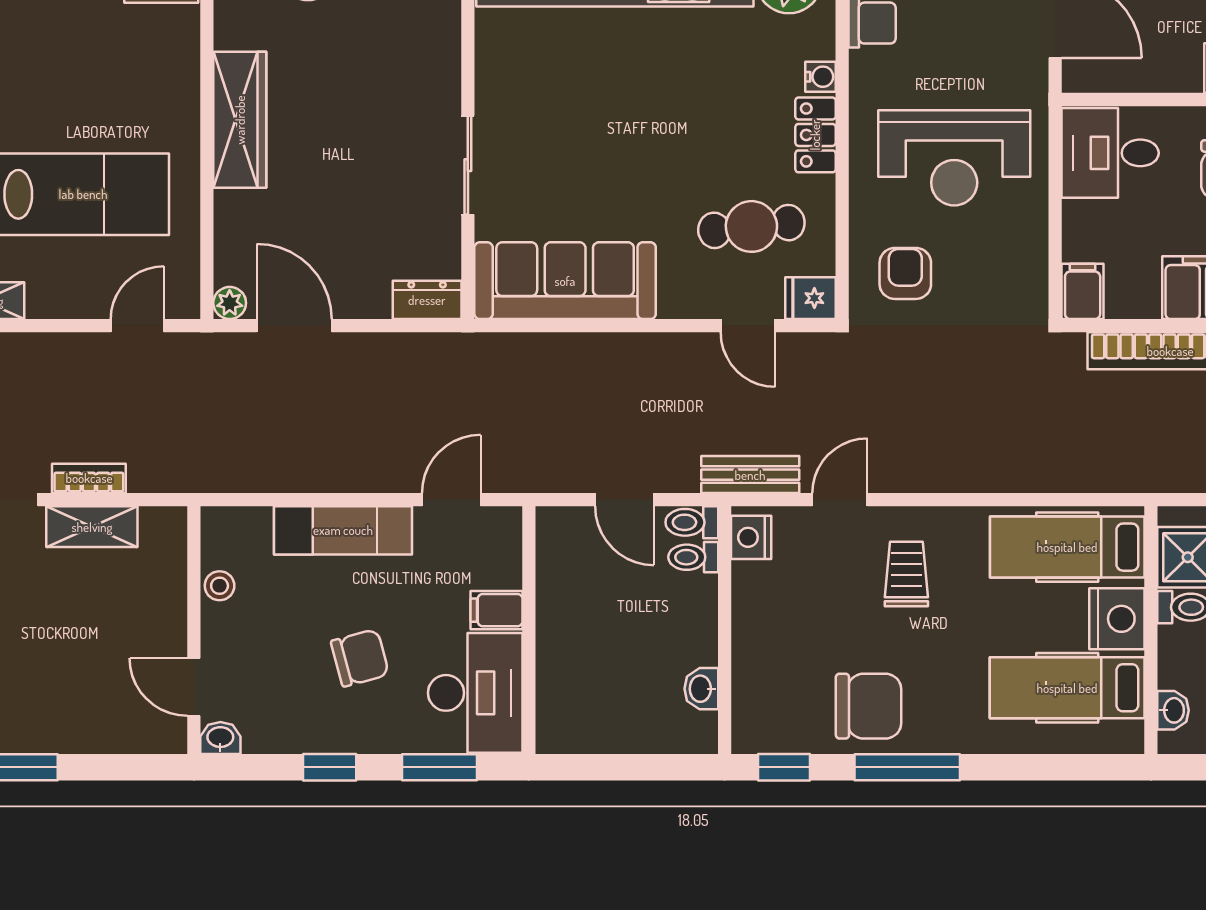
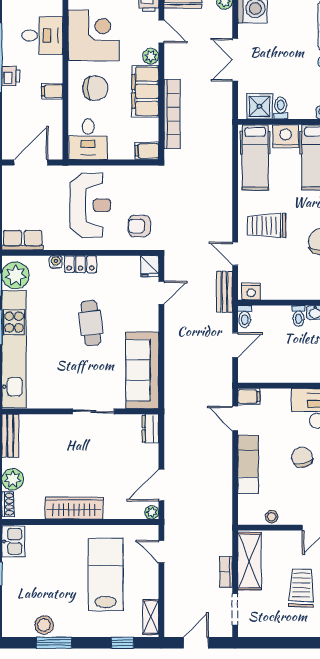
cafe table: (751, 226) -> (91, 323), moved
shelving: (92, 527) -> (249, 561), width x1.50, depth x1.33
toilet: (693, 557) -> (298, 316), moved
trolley: (906, 574) -> (267, 226), width x1.36, depth x1.39
filing cabinet: (496, 610) -> (249, 397), moved, turned -90
trolley: (51, 656) -> (301, 588), added

